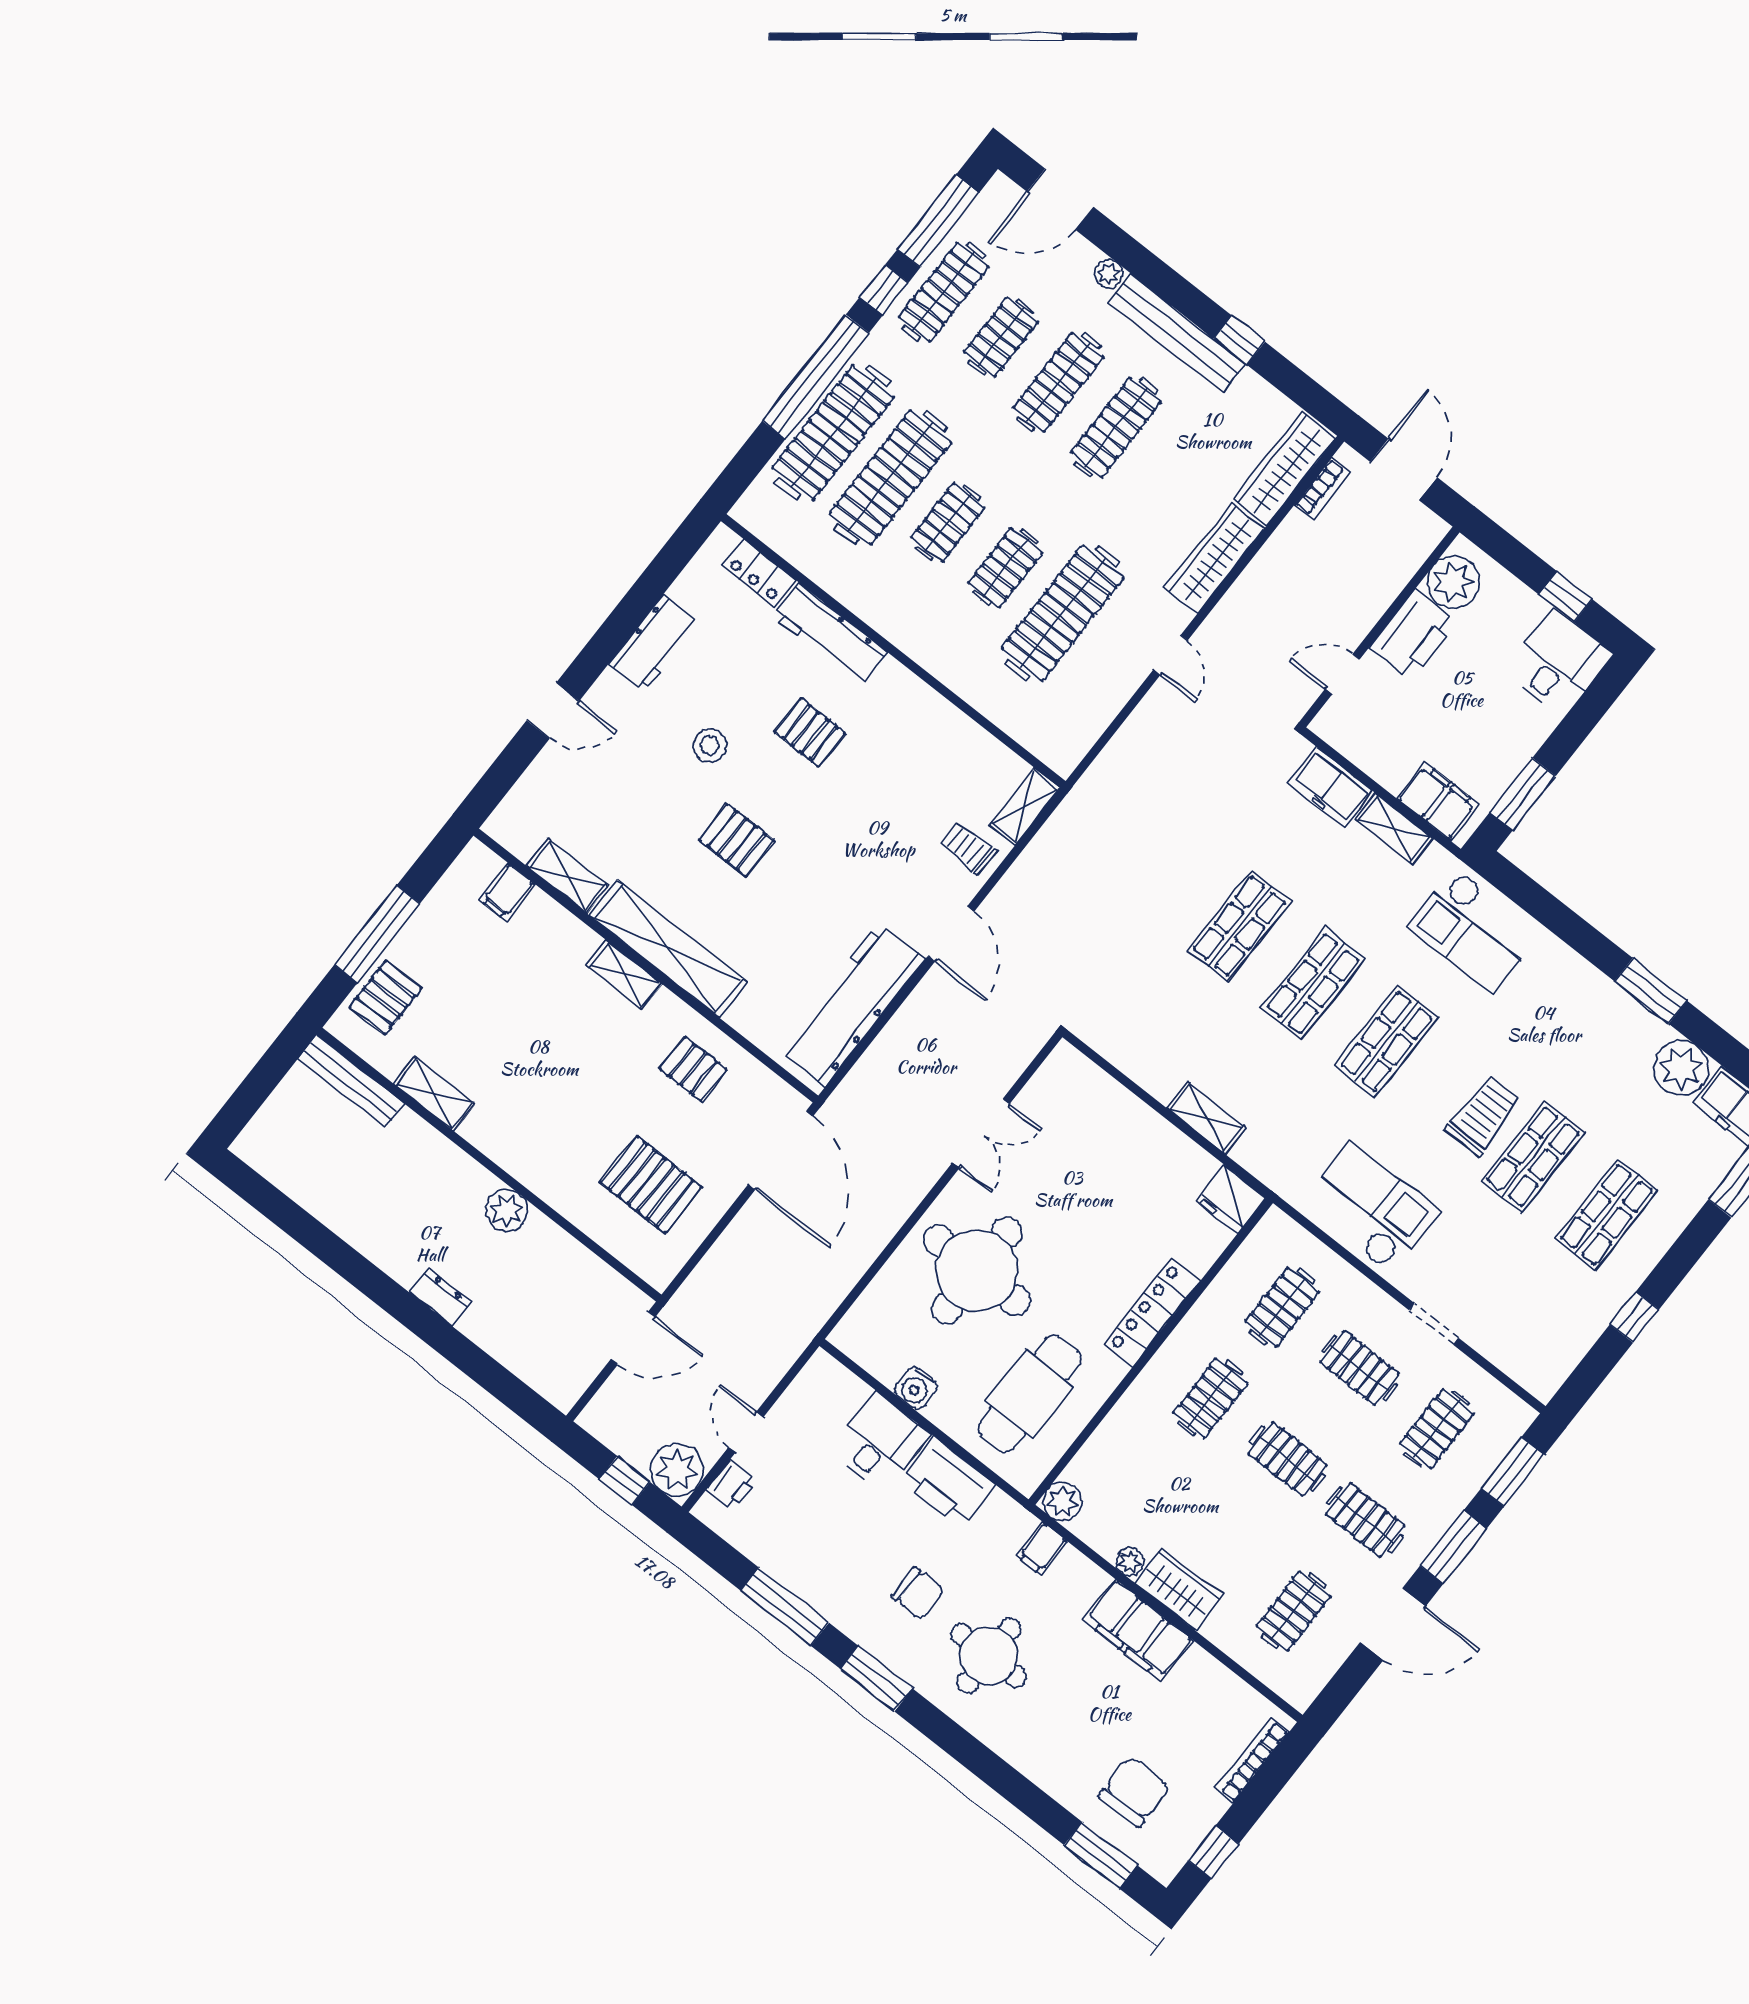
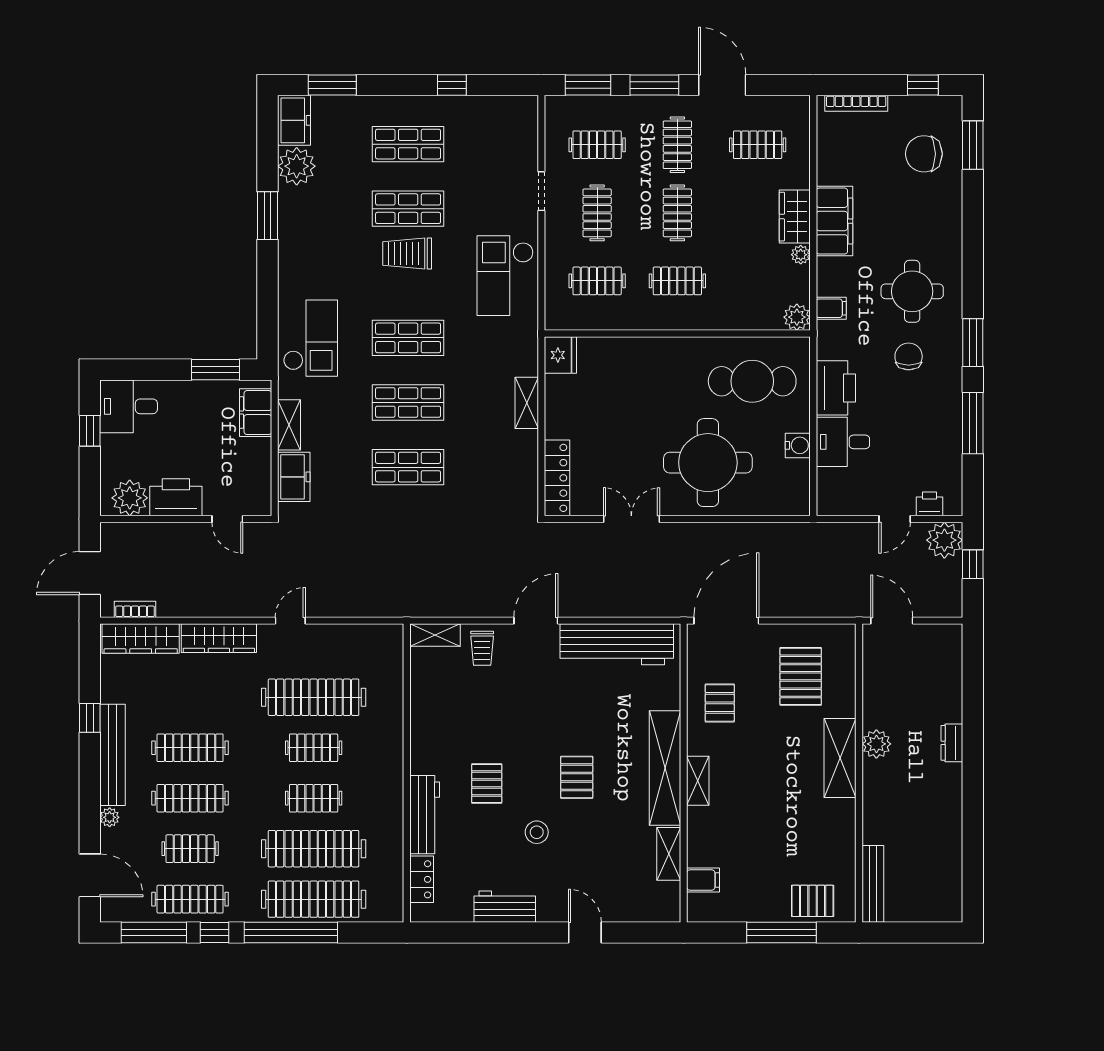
shelving: (434, 1094) -> (840, 758), moved, width x1.50, depth x1.33
locker: (1152, 1313) -> (557, 478), moved, turned -90

